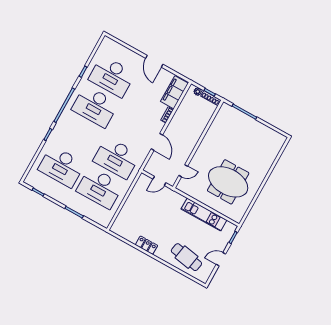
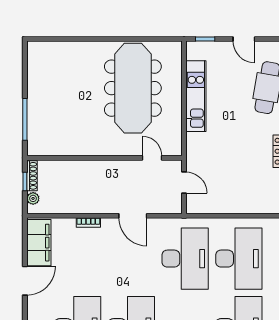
filing cabinet: (174, 92) -> (39, 243), moved, turned -90
door: (157, 142) -> (133, 216), swing flipped
meeting table: (228, 182) -> (133, 88), width x1.36

